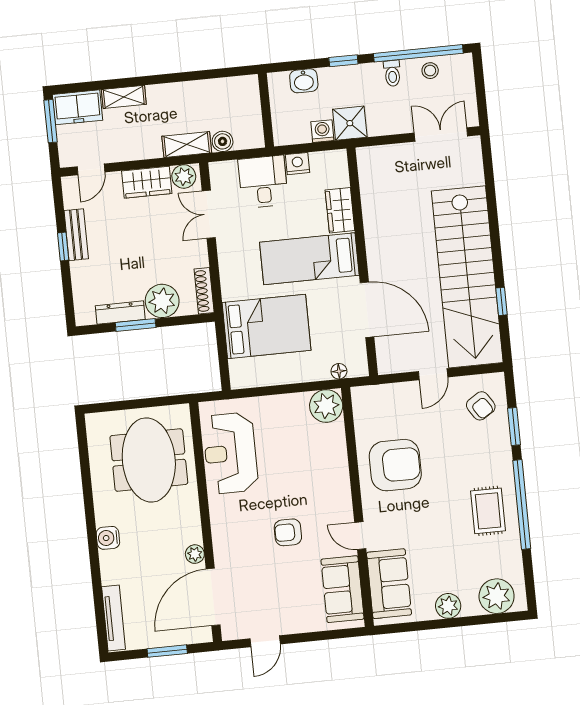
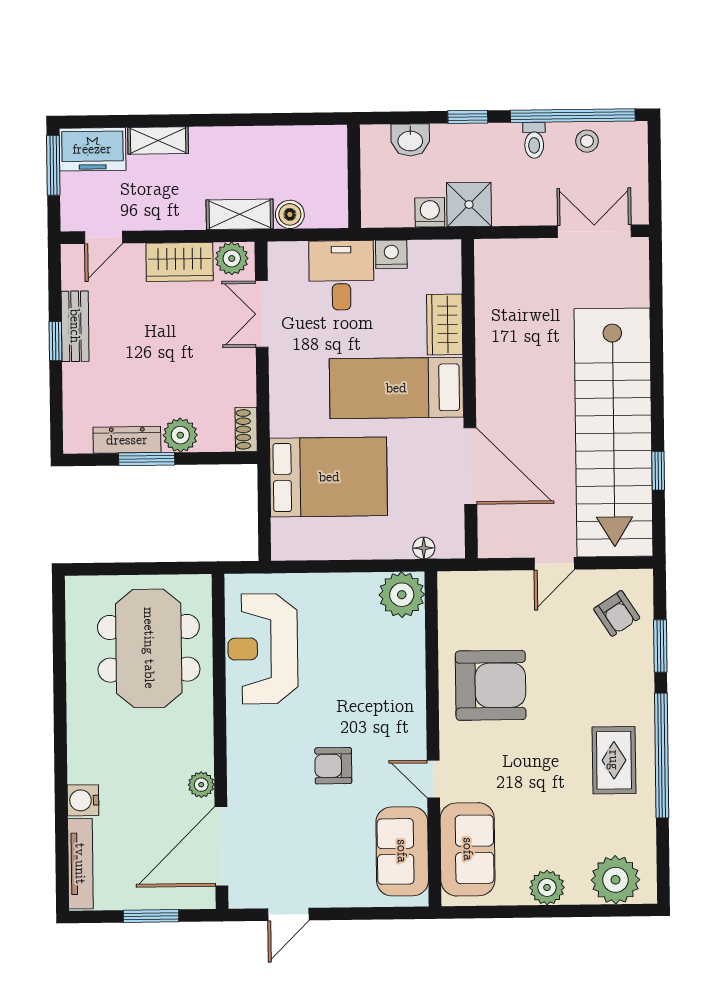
shoe rack: (204, 291) -> (246, 429), width x0.70
plant: (162, 301) -> (180, 435), width x0.73, depth x0.73
water cooler: (108, 538) -> (83, 800), moved

